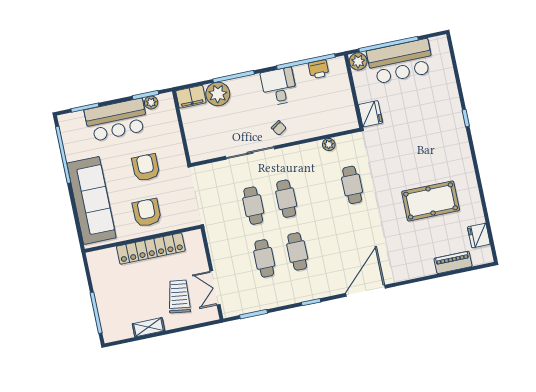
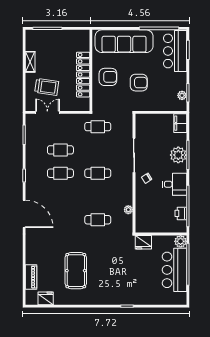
plant: (218, 94) -> (178, 155), moved
bar counter: (116, 120) -> (175, 51), moved
cafe table: (253, 206) -> (98, 127), moved

